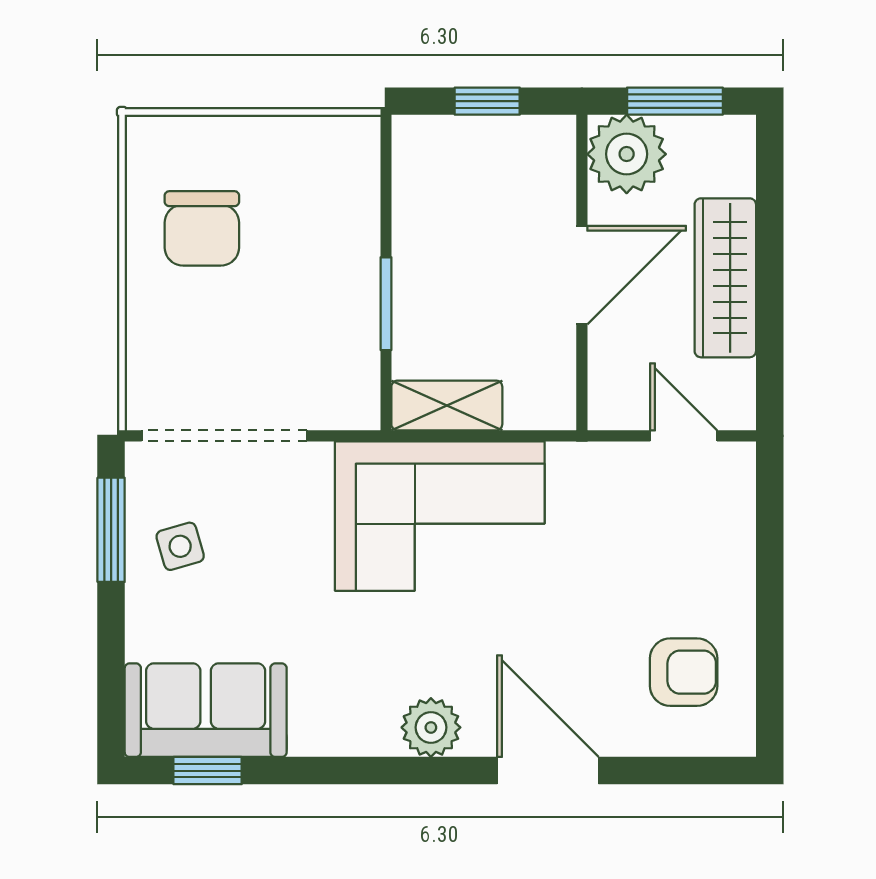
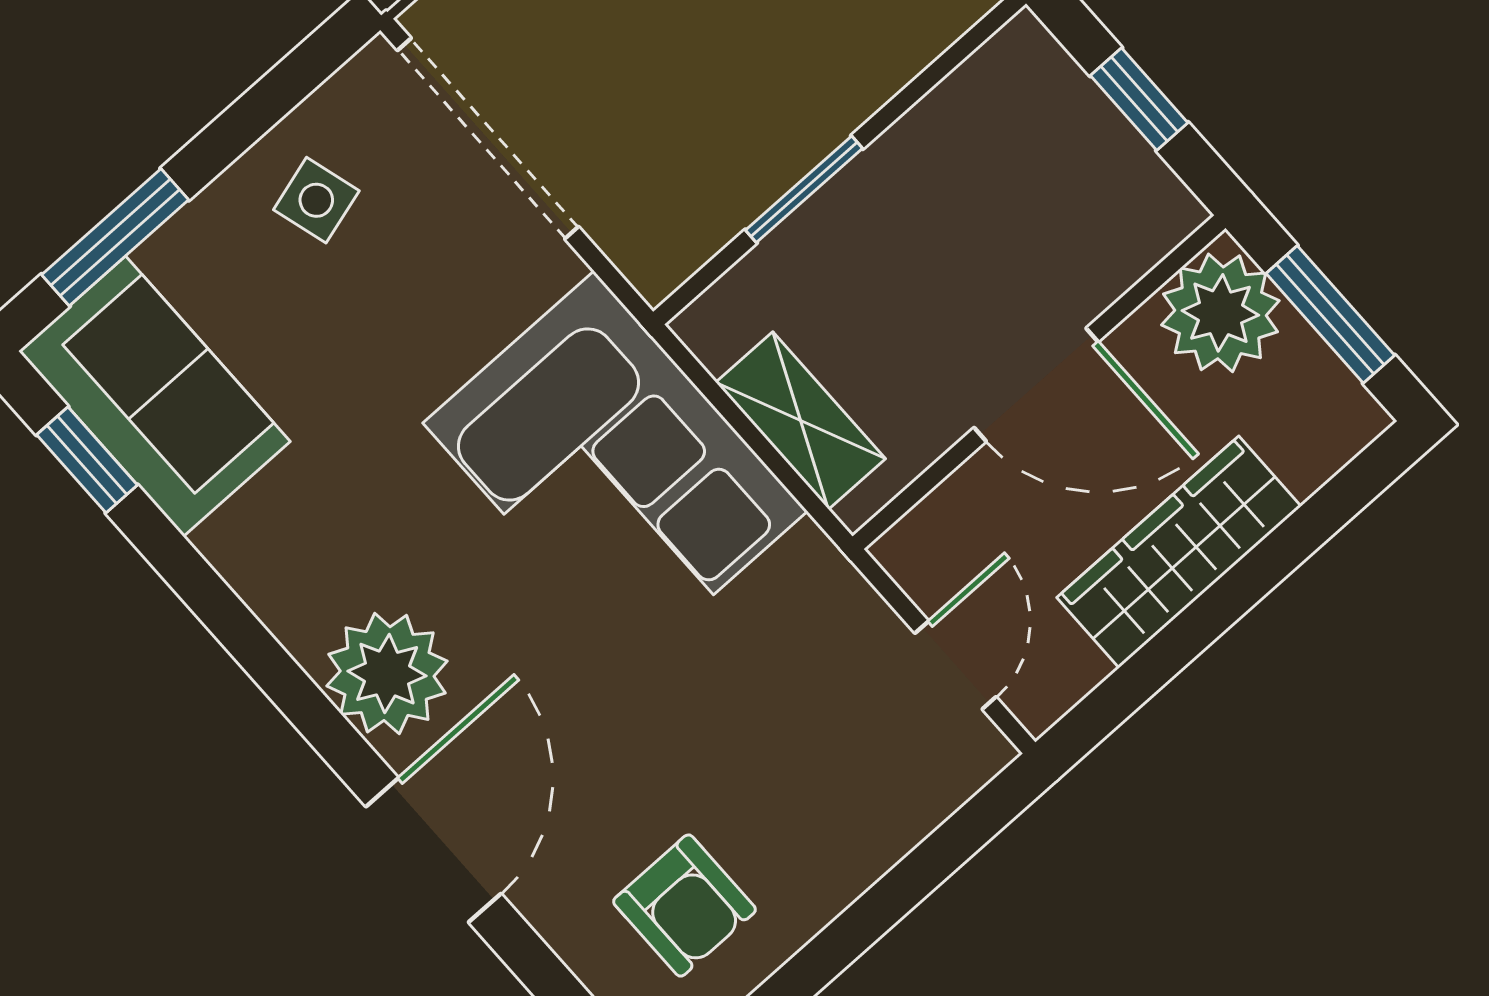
shelving: (447, 405) -> (801, 421), moved
window: (111, 530) -> (115, 237), moved
plant: (431, 727) -> (387, 674), width x1.36, depth x1.36

